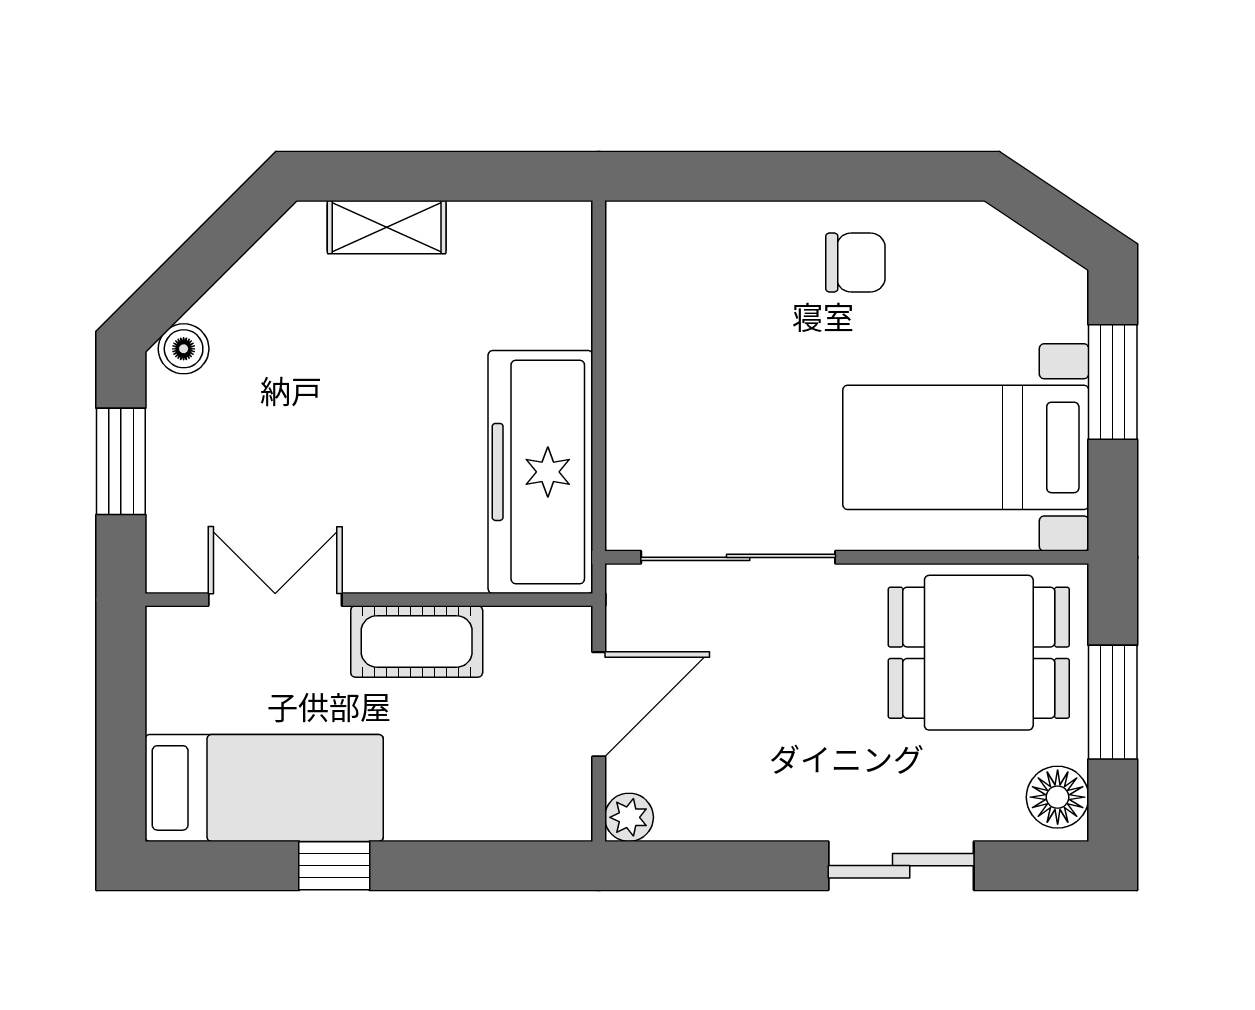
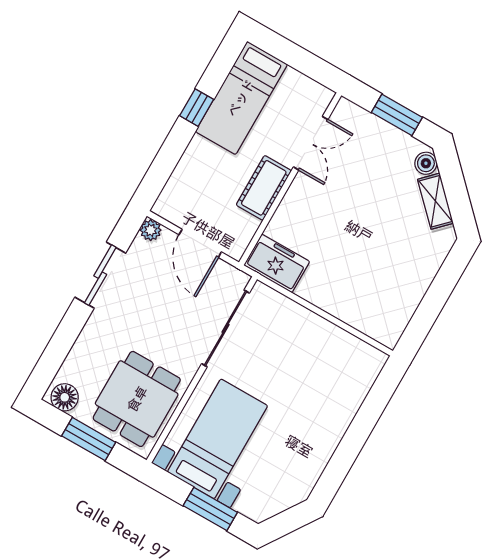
shelving: (387, 227) -> (435, 201), moved, turned -45
chair: (855, 262) -> (312, 437), removed
freezer: (540, 472) -> (277, 263), width x0.52, depth x0.79
sliding door: (901, 866) -> (100, 275), moved

